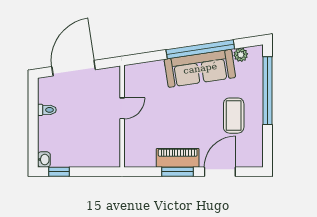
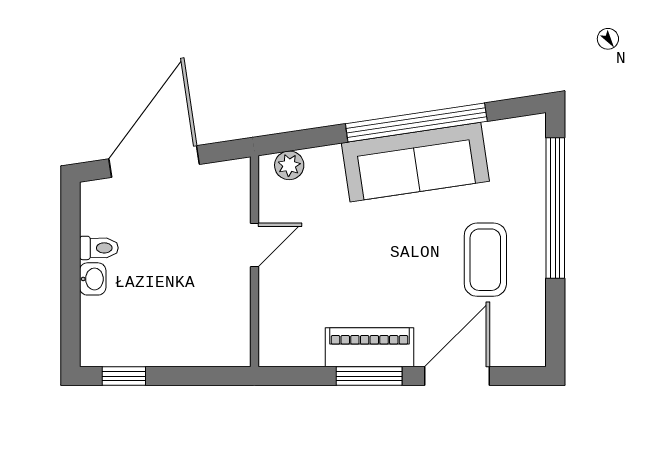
plant: (241, 55) -> (289, 165), moved
washbasin: (44, 160) -> (93, 279), moved

